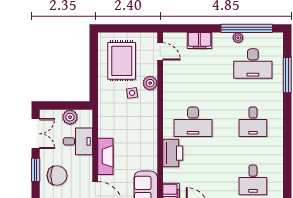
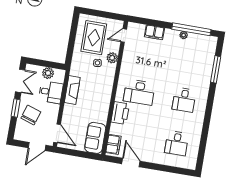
door: (160, 51) -> (124, 35), swing flipped
desk: (253, 64) -> (191, 56), removed
fireplace: (105, 156) -> (72, 90), moved
chair: (57, 176) -> (31, 115), turned -72

